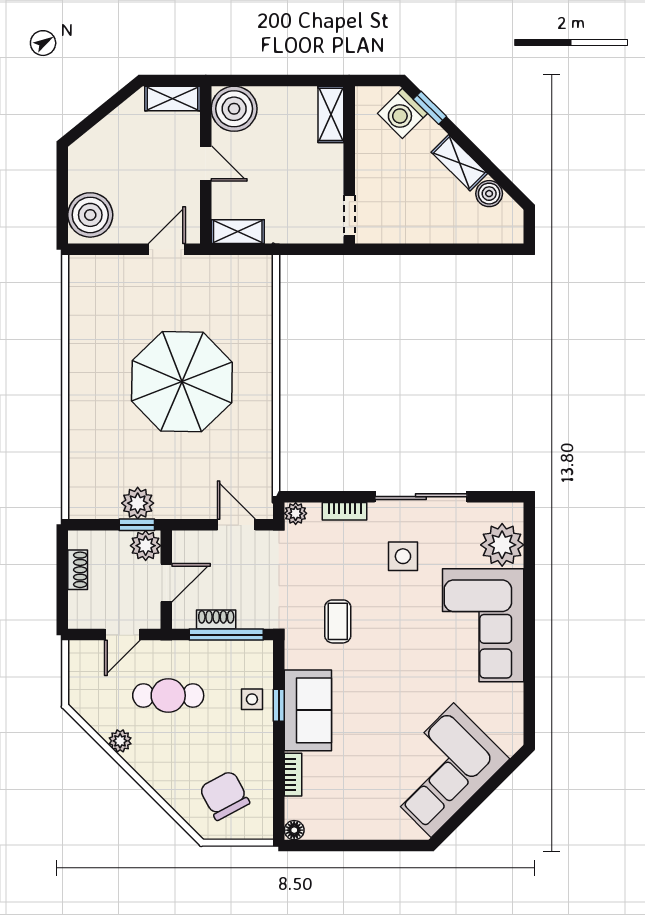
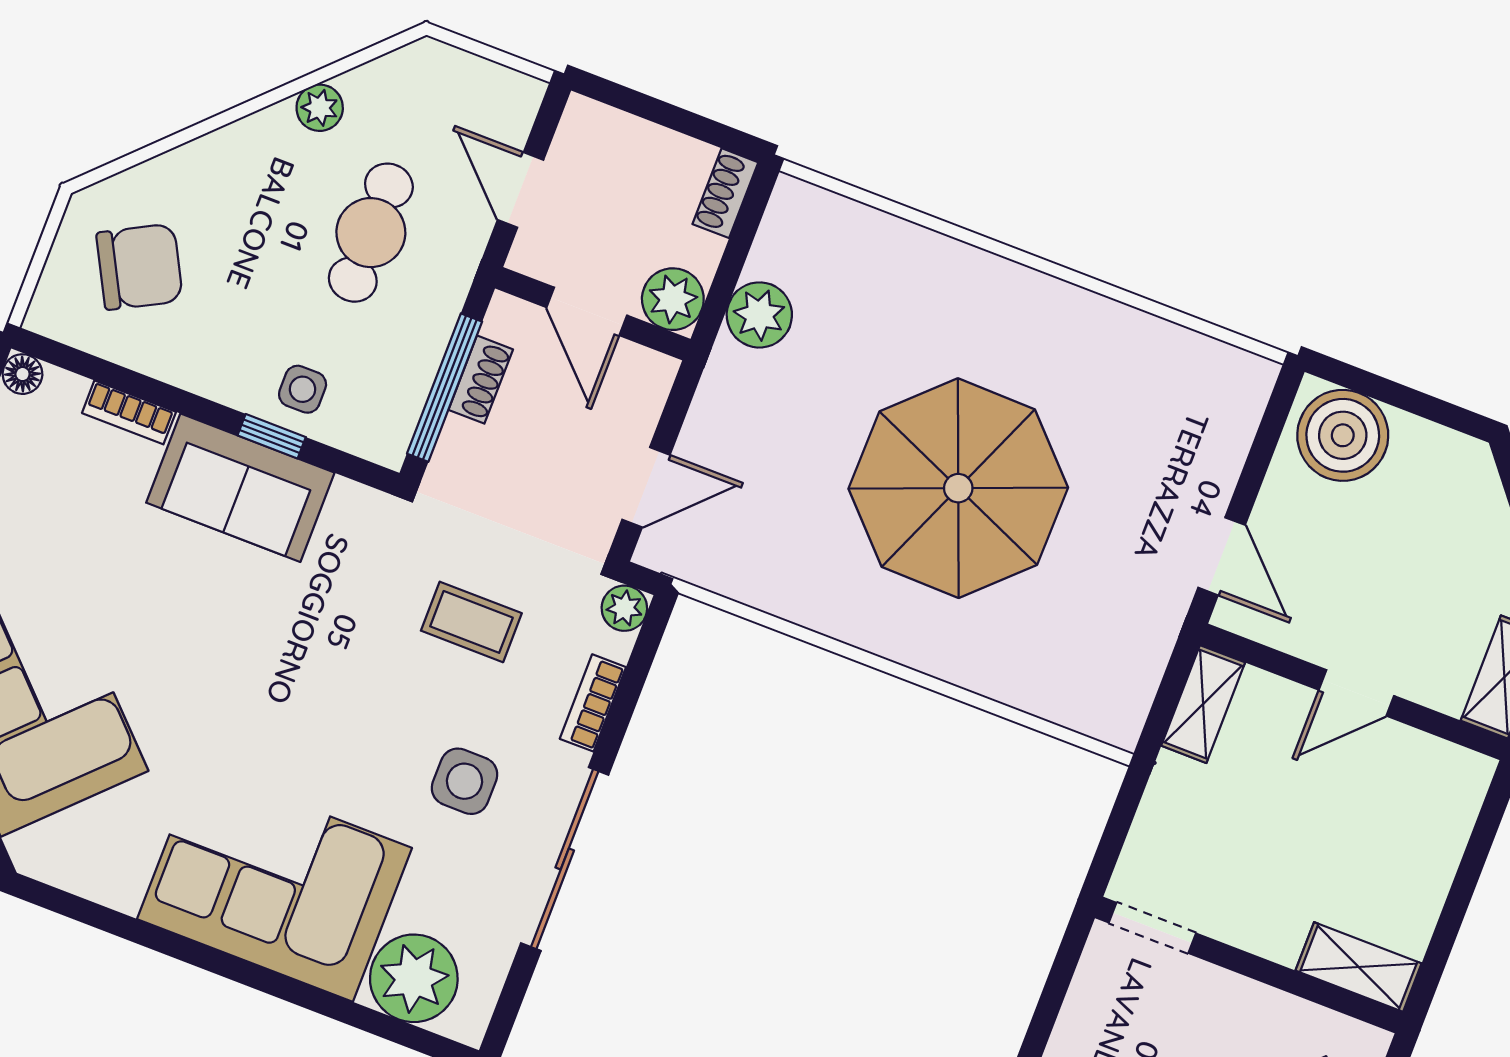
boiler: (234, 109) -> (1440, 787), removed
window: (137, 525) -> (719, 298), removed
shoe rack: (78, 570) -> (725, 193), moved, turned 90
coffee table: (338, 621) -> (471, 622), moved

